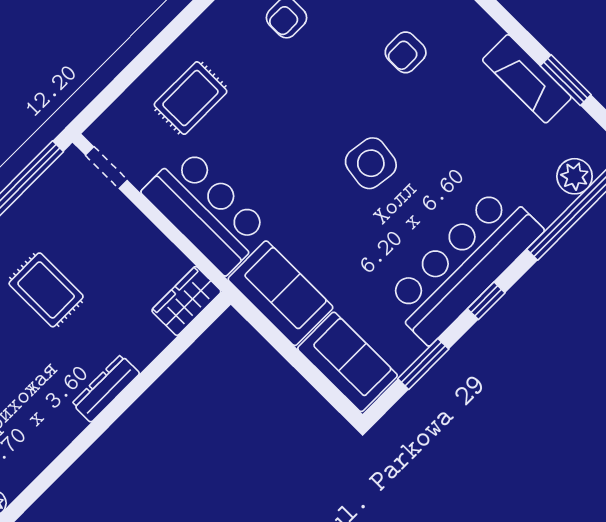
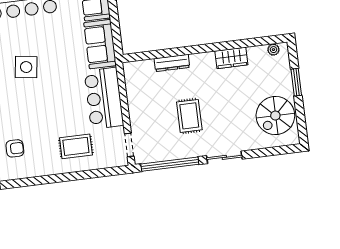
wardrobe: (186, 301) -> (231, 58), moved
dresser: (106, 388) -> (172, 63), moved

